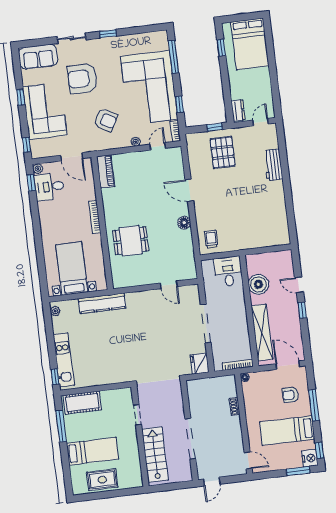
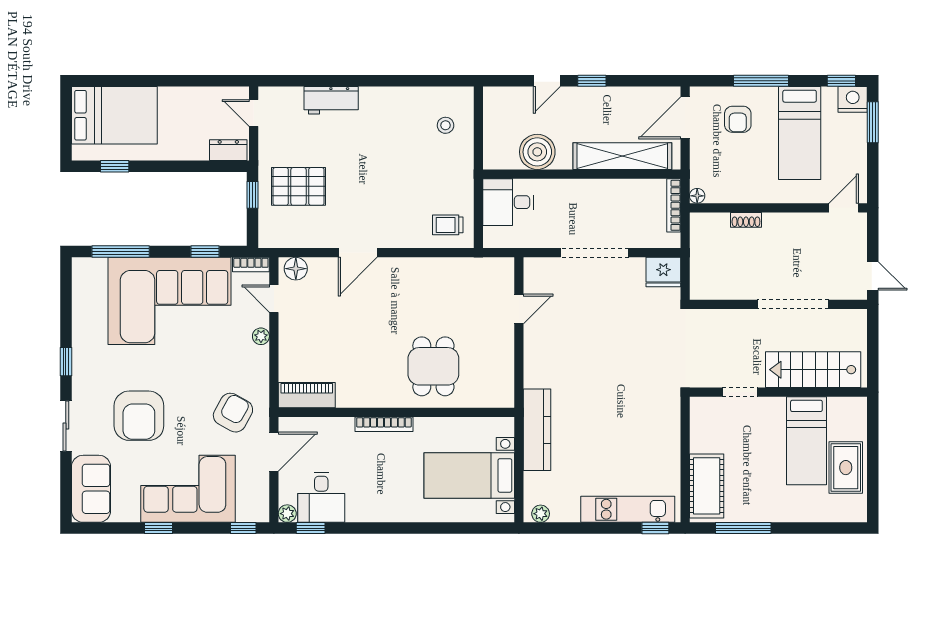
armchair: (106, 120) -> (233, 413), moved
floor lamp: (184, 223) -> (296, 269), moved
stool: (267, 231) -> (446, 125), added
bed: (93, 451) -> (806, 441), moved, turned 180

